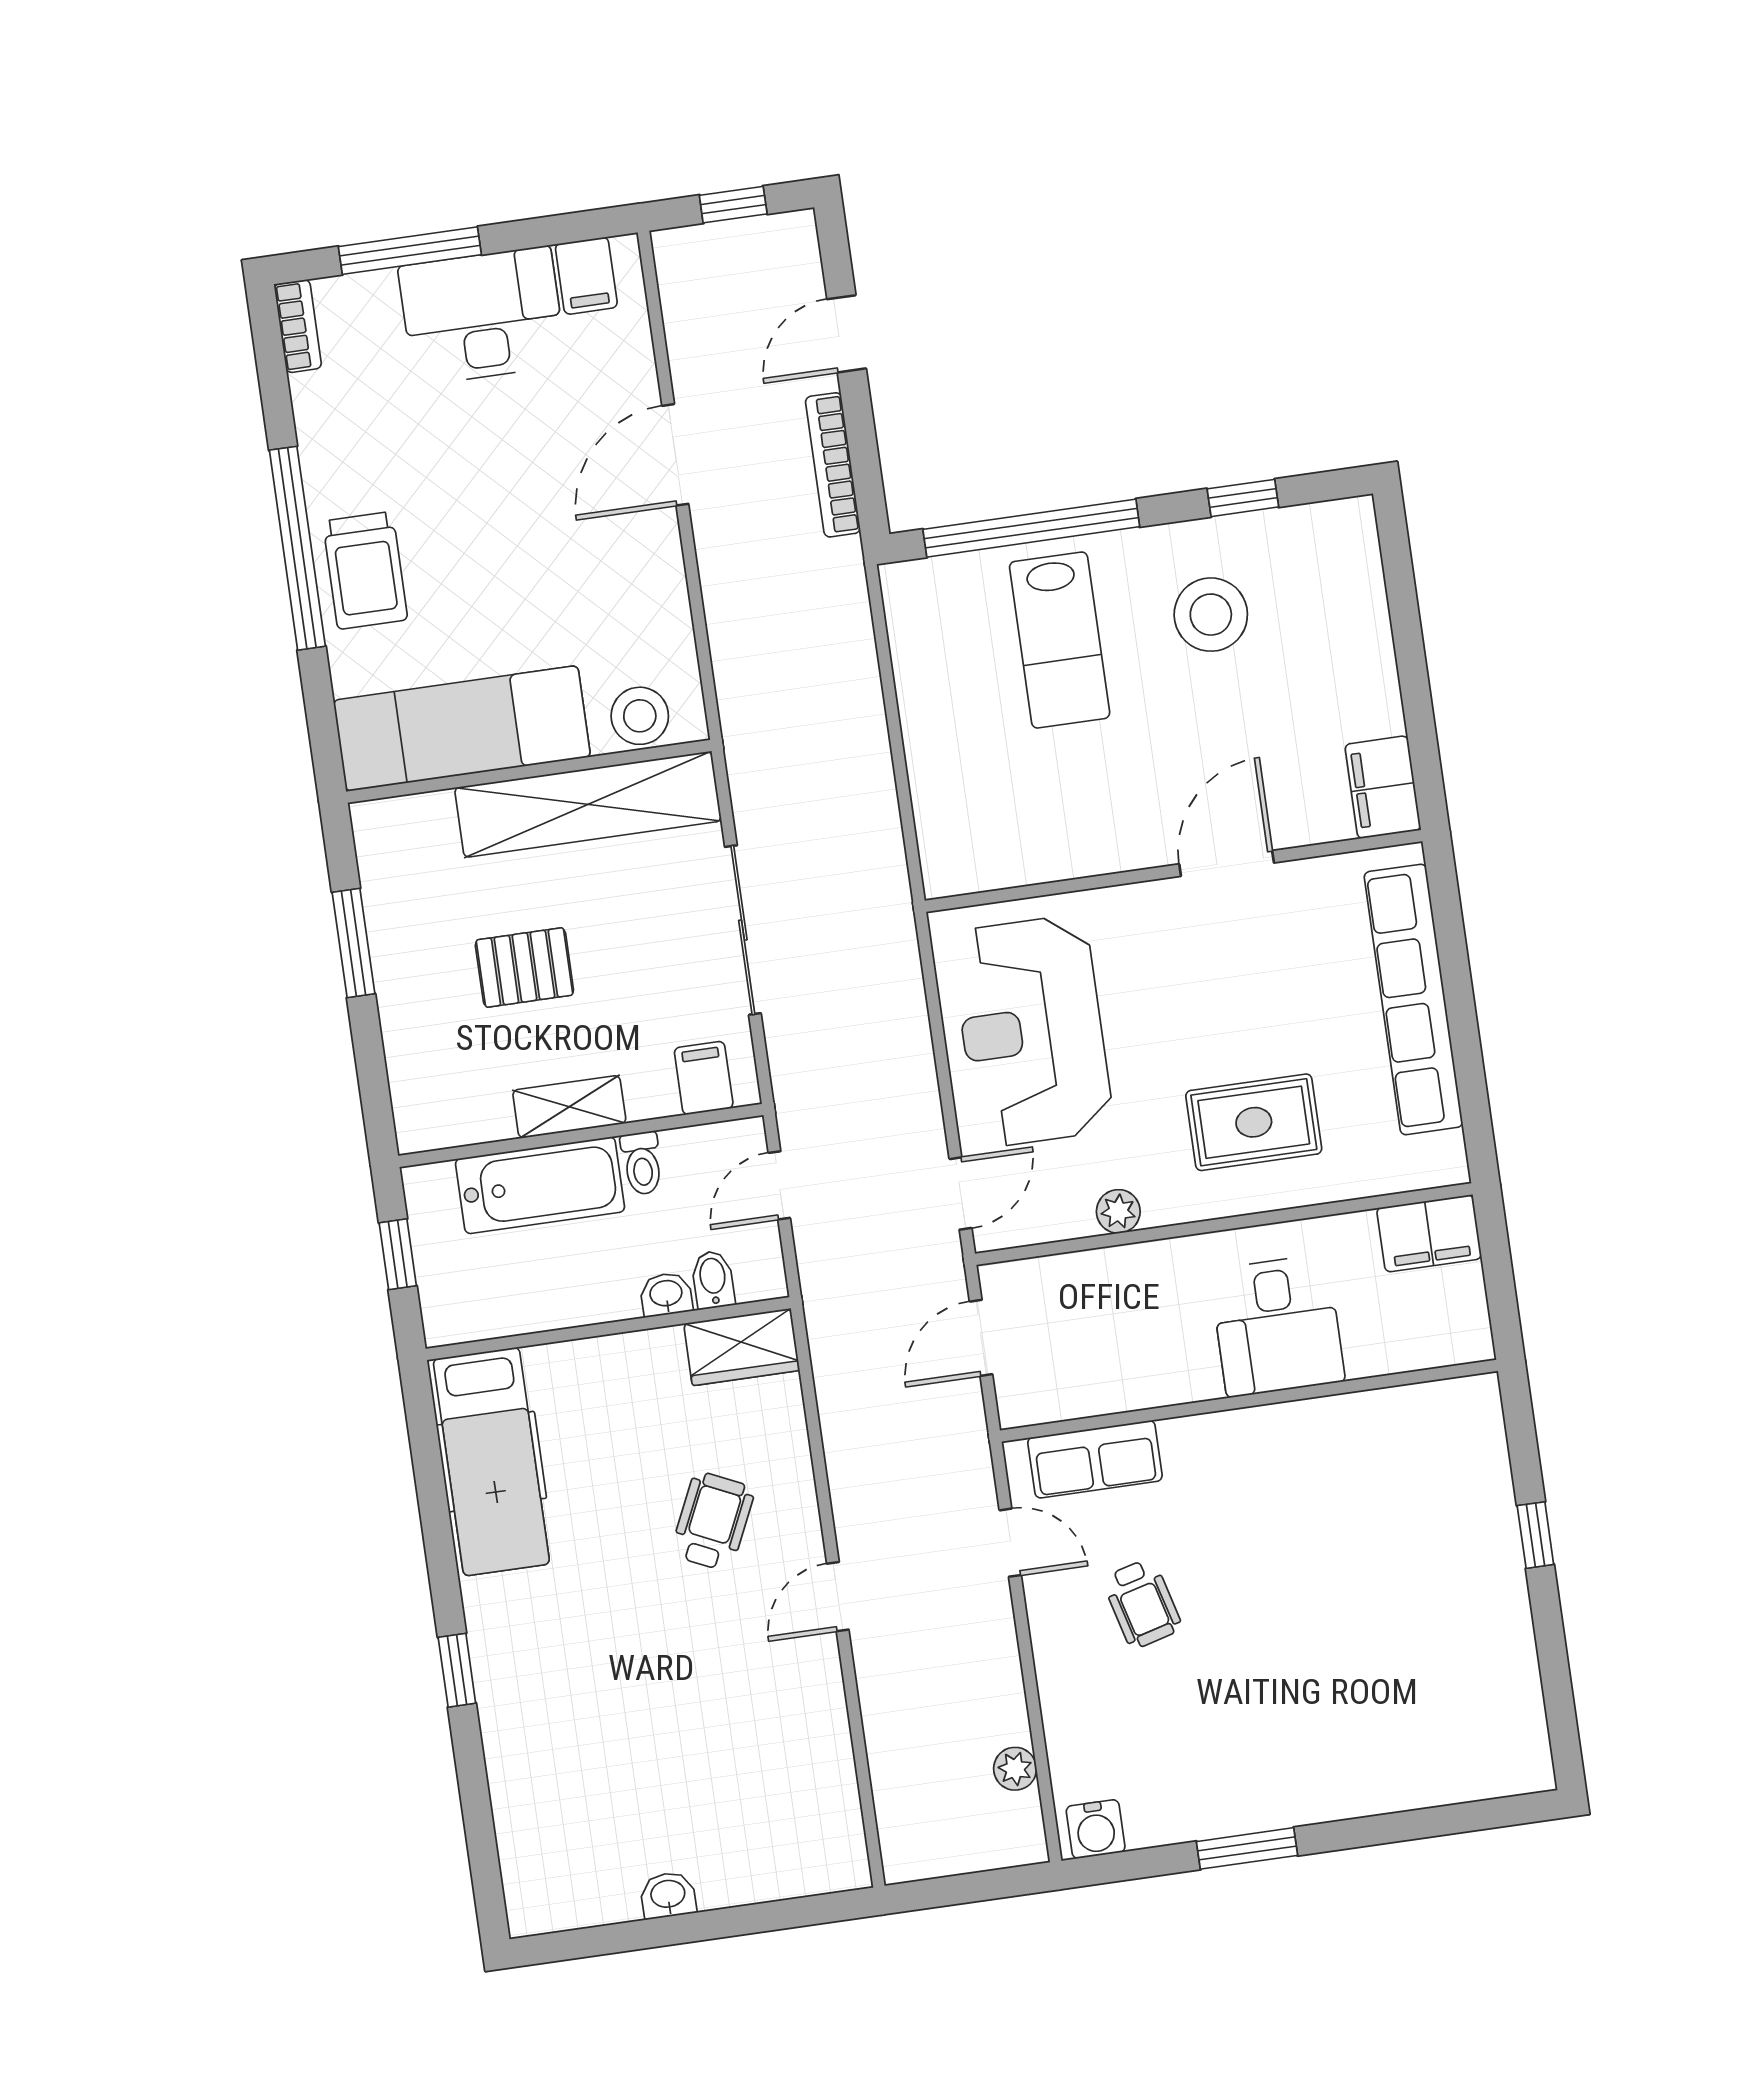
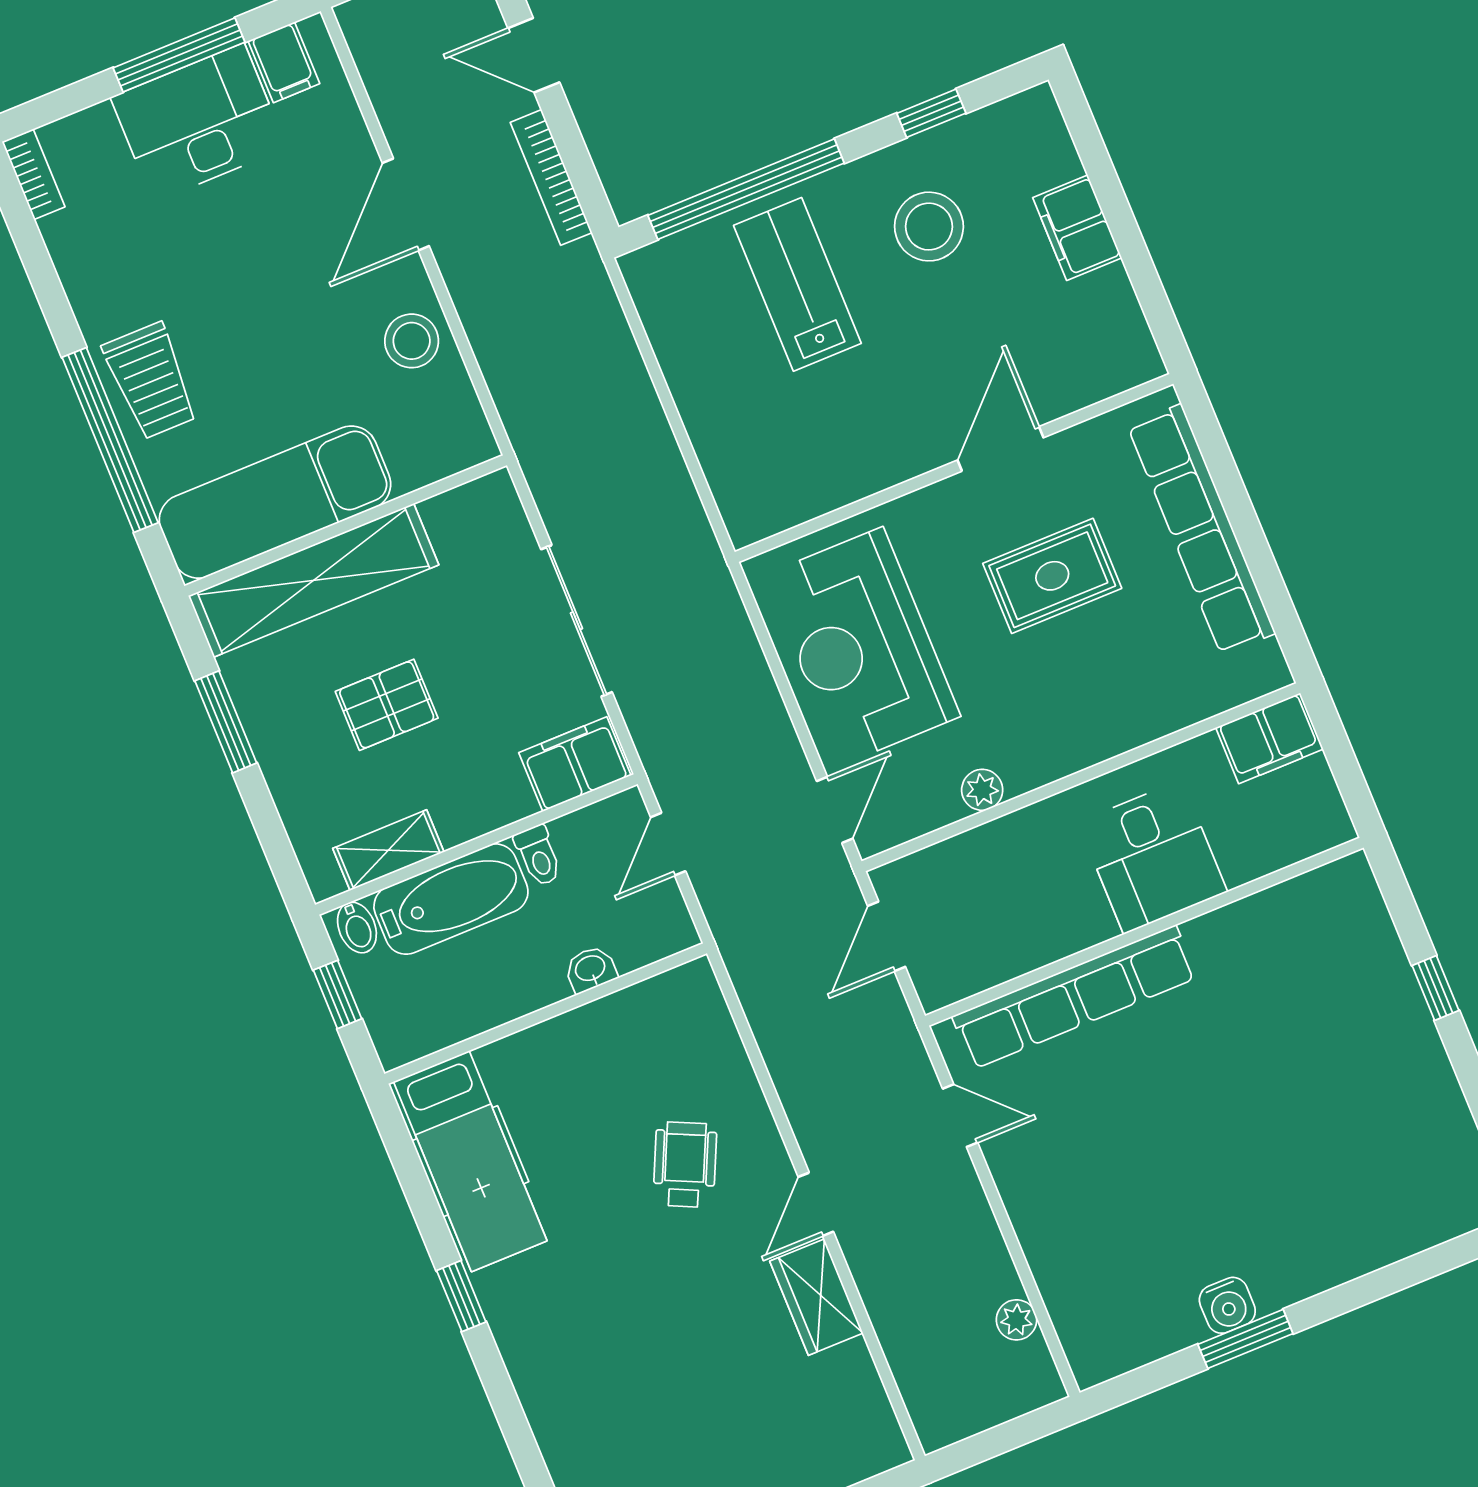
window: (410, 251) -> (179, 55), moved
door: (847, 334) -> (534, 55), hinge flipped
window: (297, 548) -> (110, 440), moved
lab bench: (1060, 640) -> (797, 284), turned 180
stool: (640, 716) -> (412, 341), moved
filing cabinet: (1383, 787) -> (1077, 228), moved
shelving: (588, 804) -> (314, 580), moved
filing cabinet: (704, 1078) -> (575, 764), width x2.00
shelving: (569, 1107) -> (388, 850), moved
rug: (1254, 1122) -> (1052, 576), moved
bidet: (713, 1280) -> (357, 928), moved, turned 180
wardrobe: (742, 1347) -> (816, 1297), moved, turned 90
row of seats: (1095, 1459) -> (1075, 997), width x2.02
wheelchair: (1142, 1604) -> (1094, 1141), removed
window: (457, 1670) -> (461, 1296), moved
water cooler: (1096, 1829) -> (1227, 1305), moved

